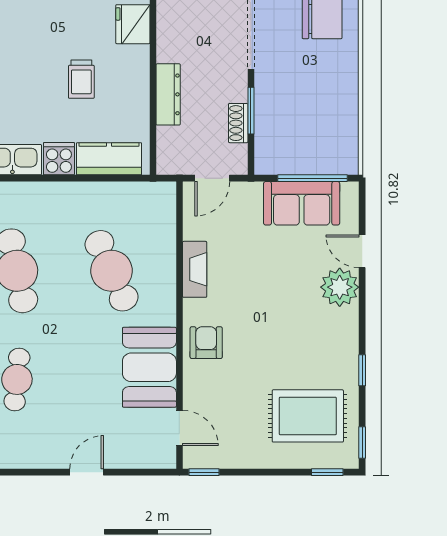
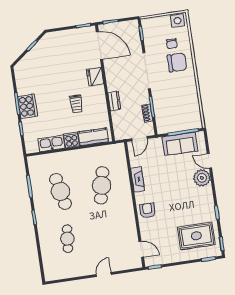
dresser: (168, 94) -> (114, 101), width x0.70
cafe table: (112, 271) -> (102, 185), turned 36
booth: (149, 367) -> (124, 225), removed

